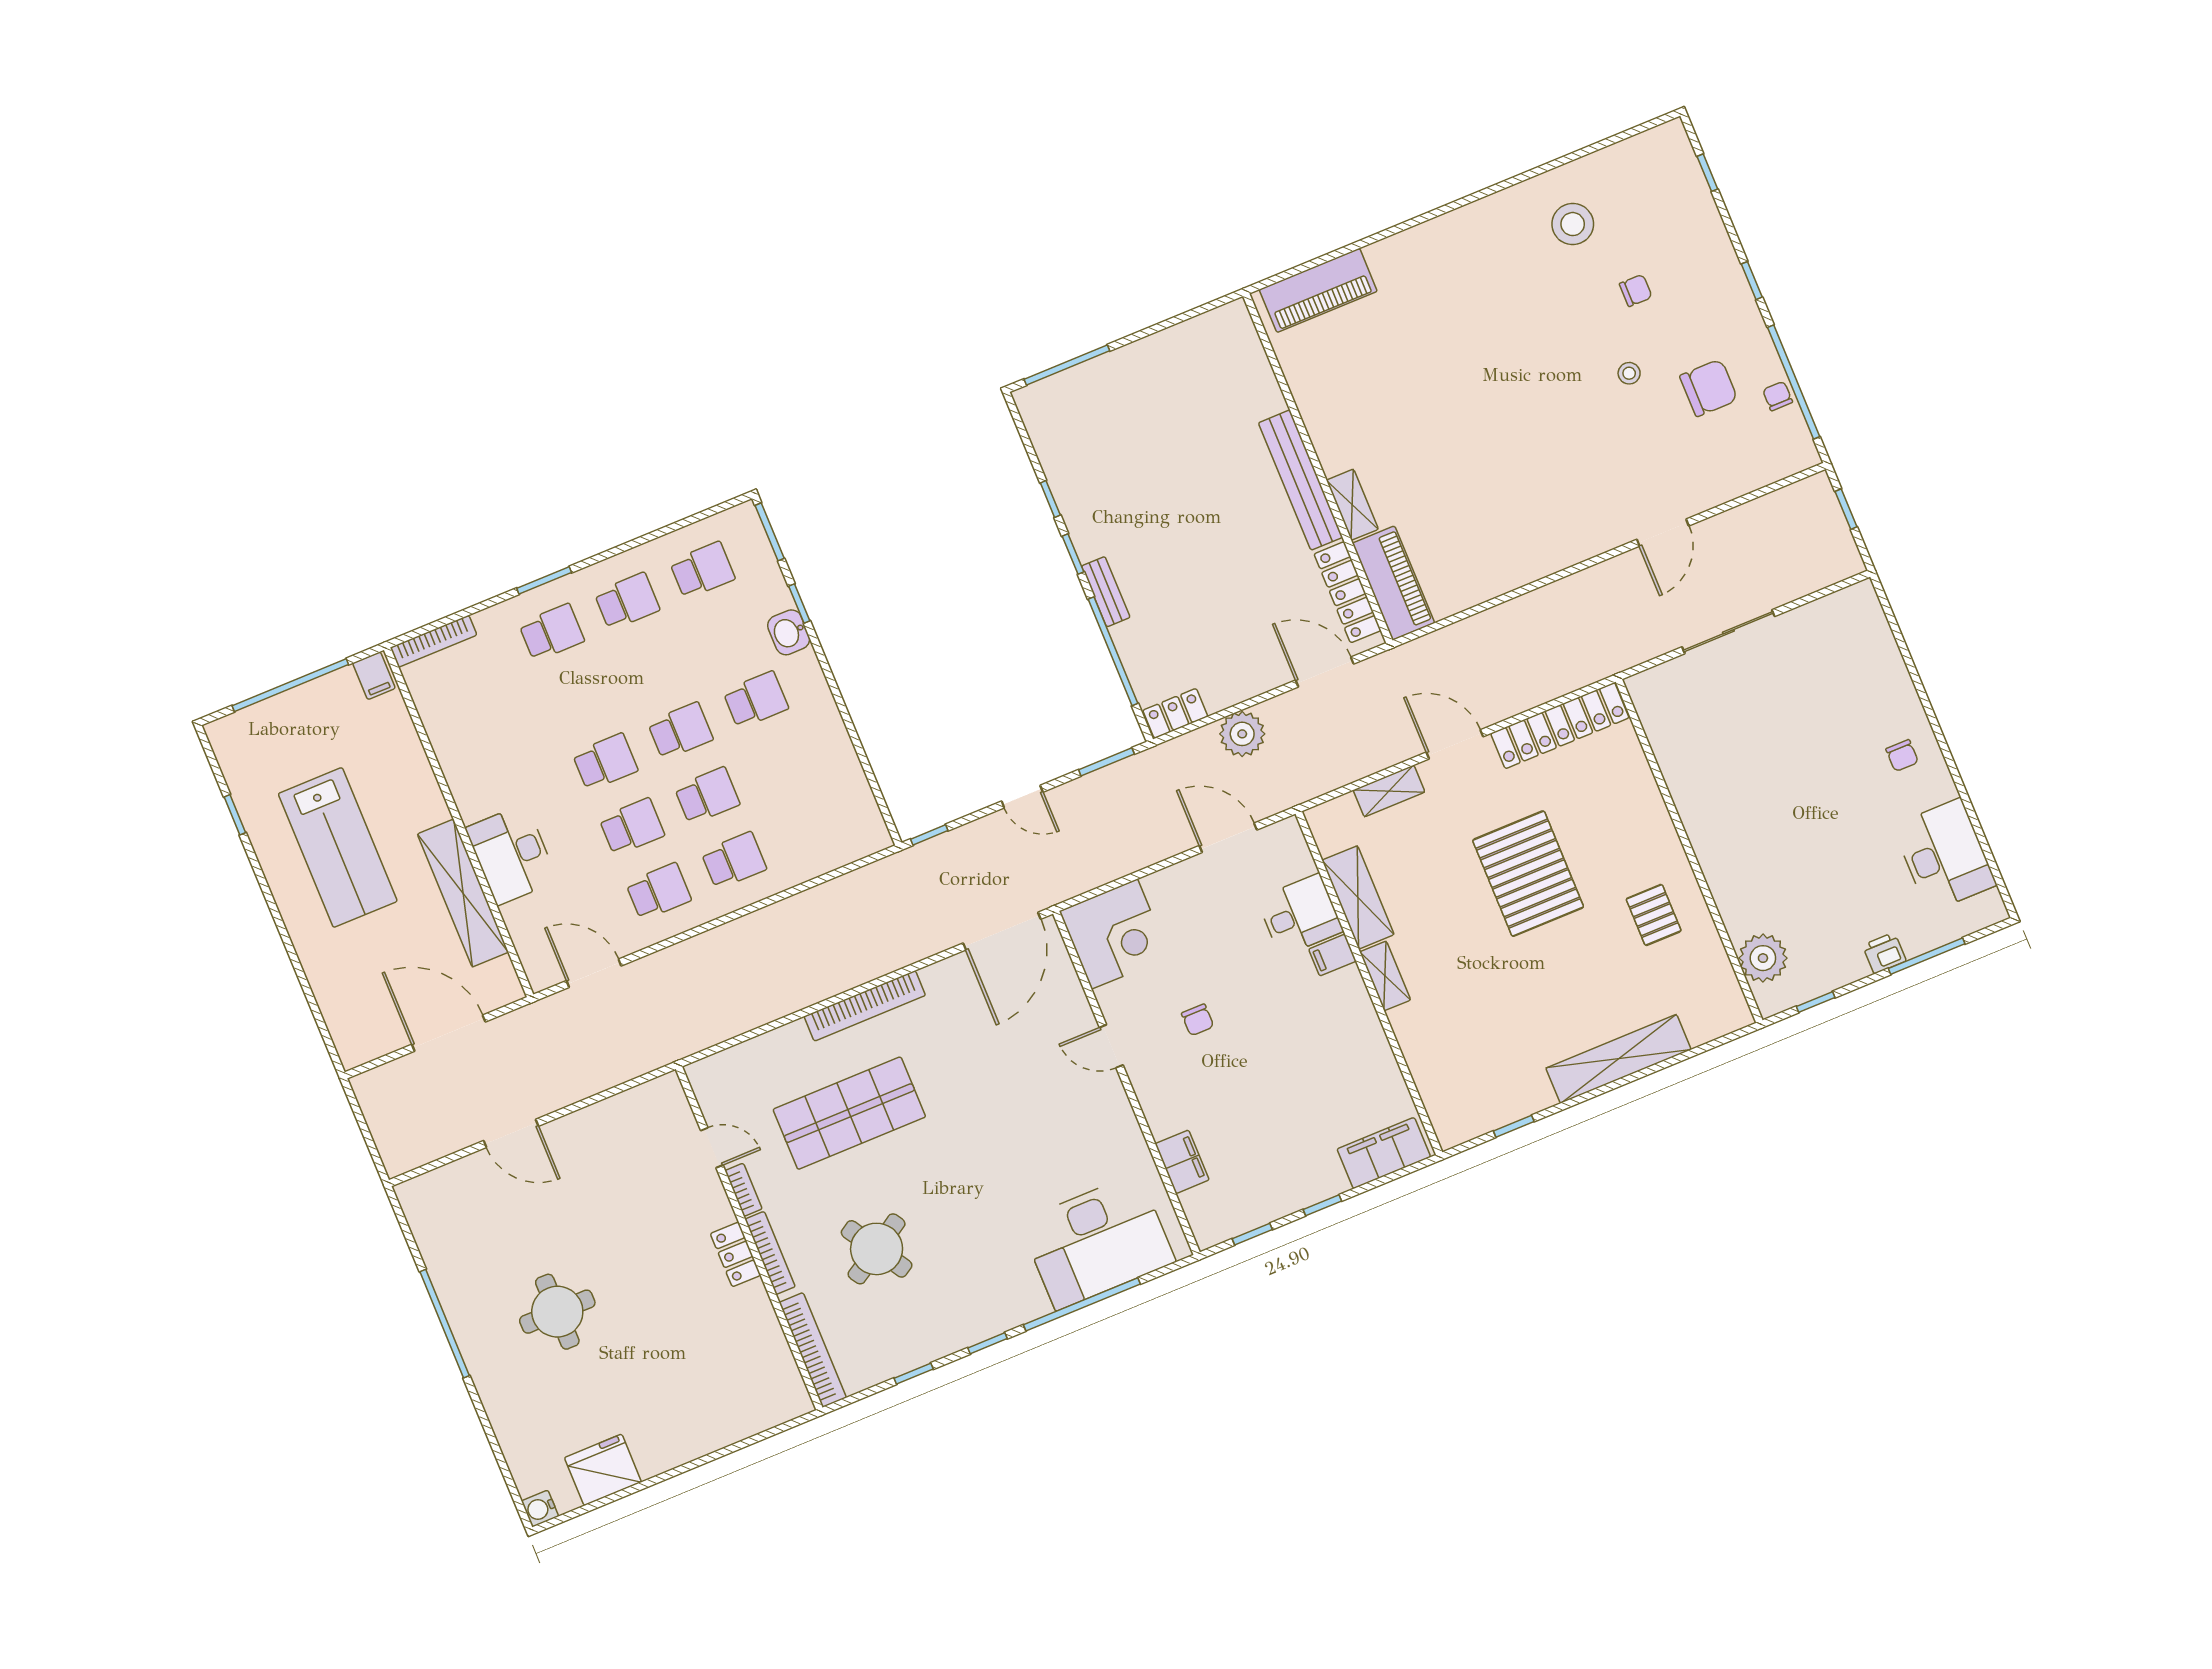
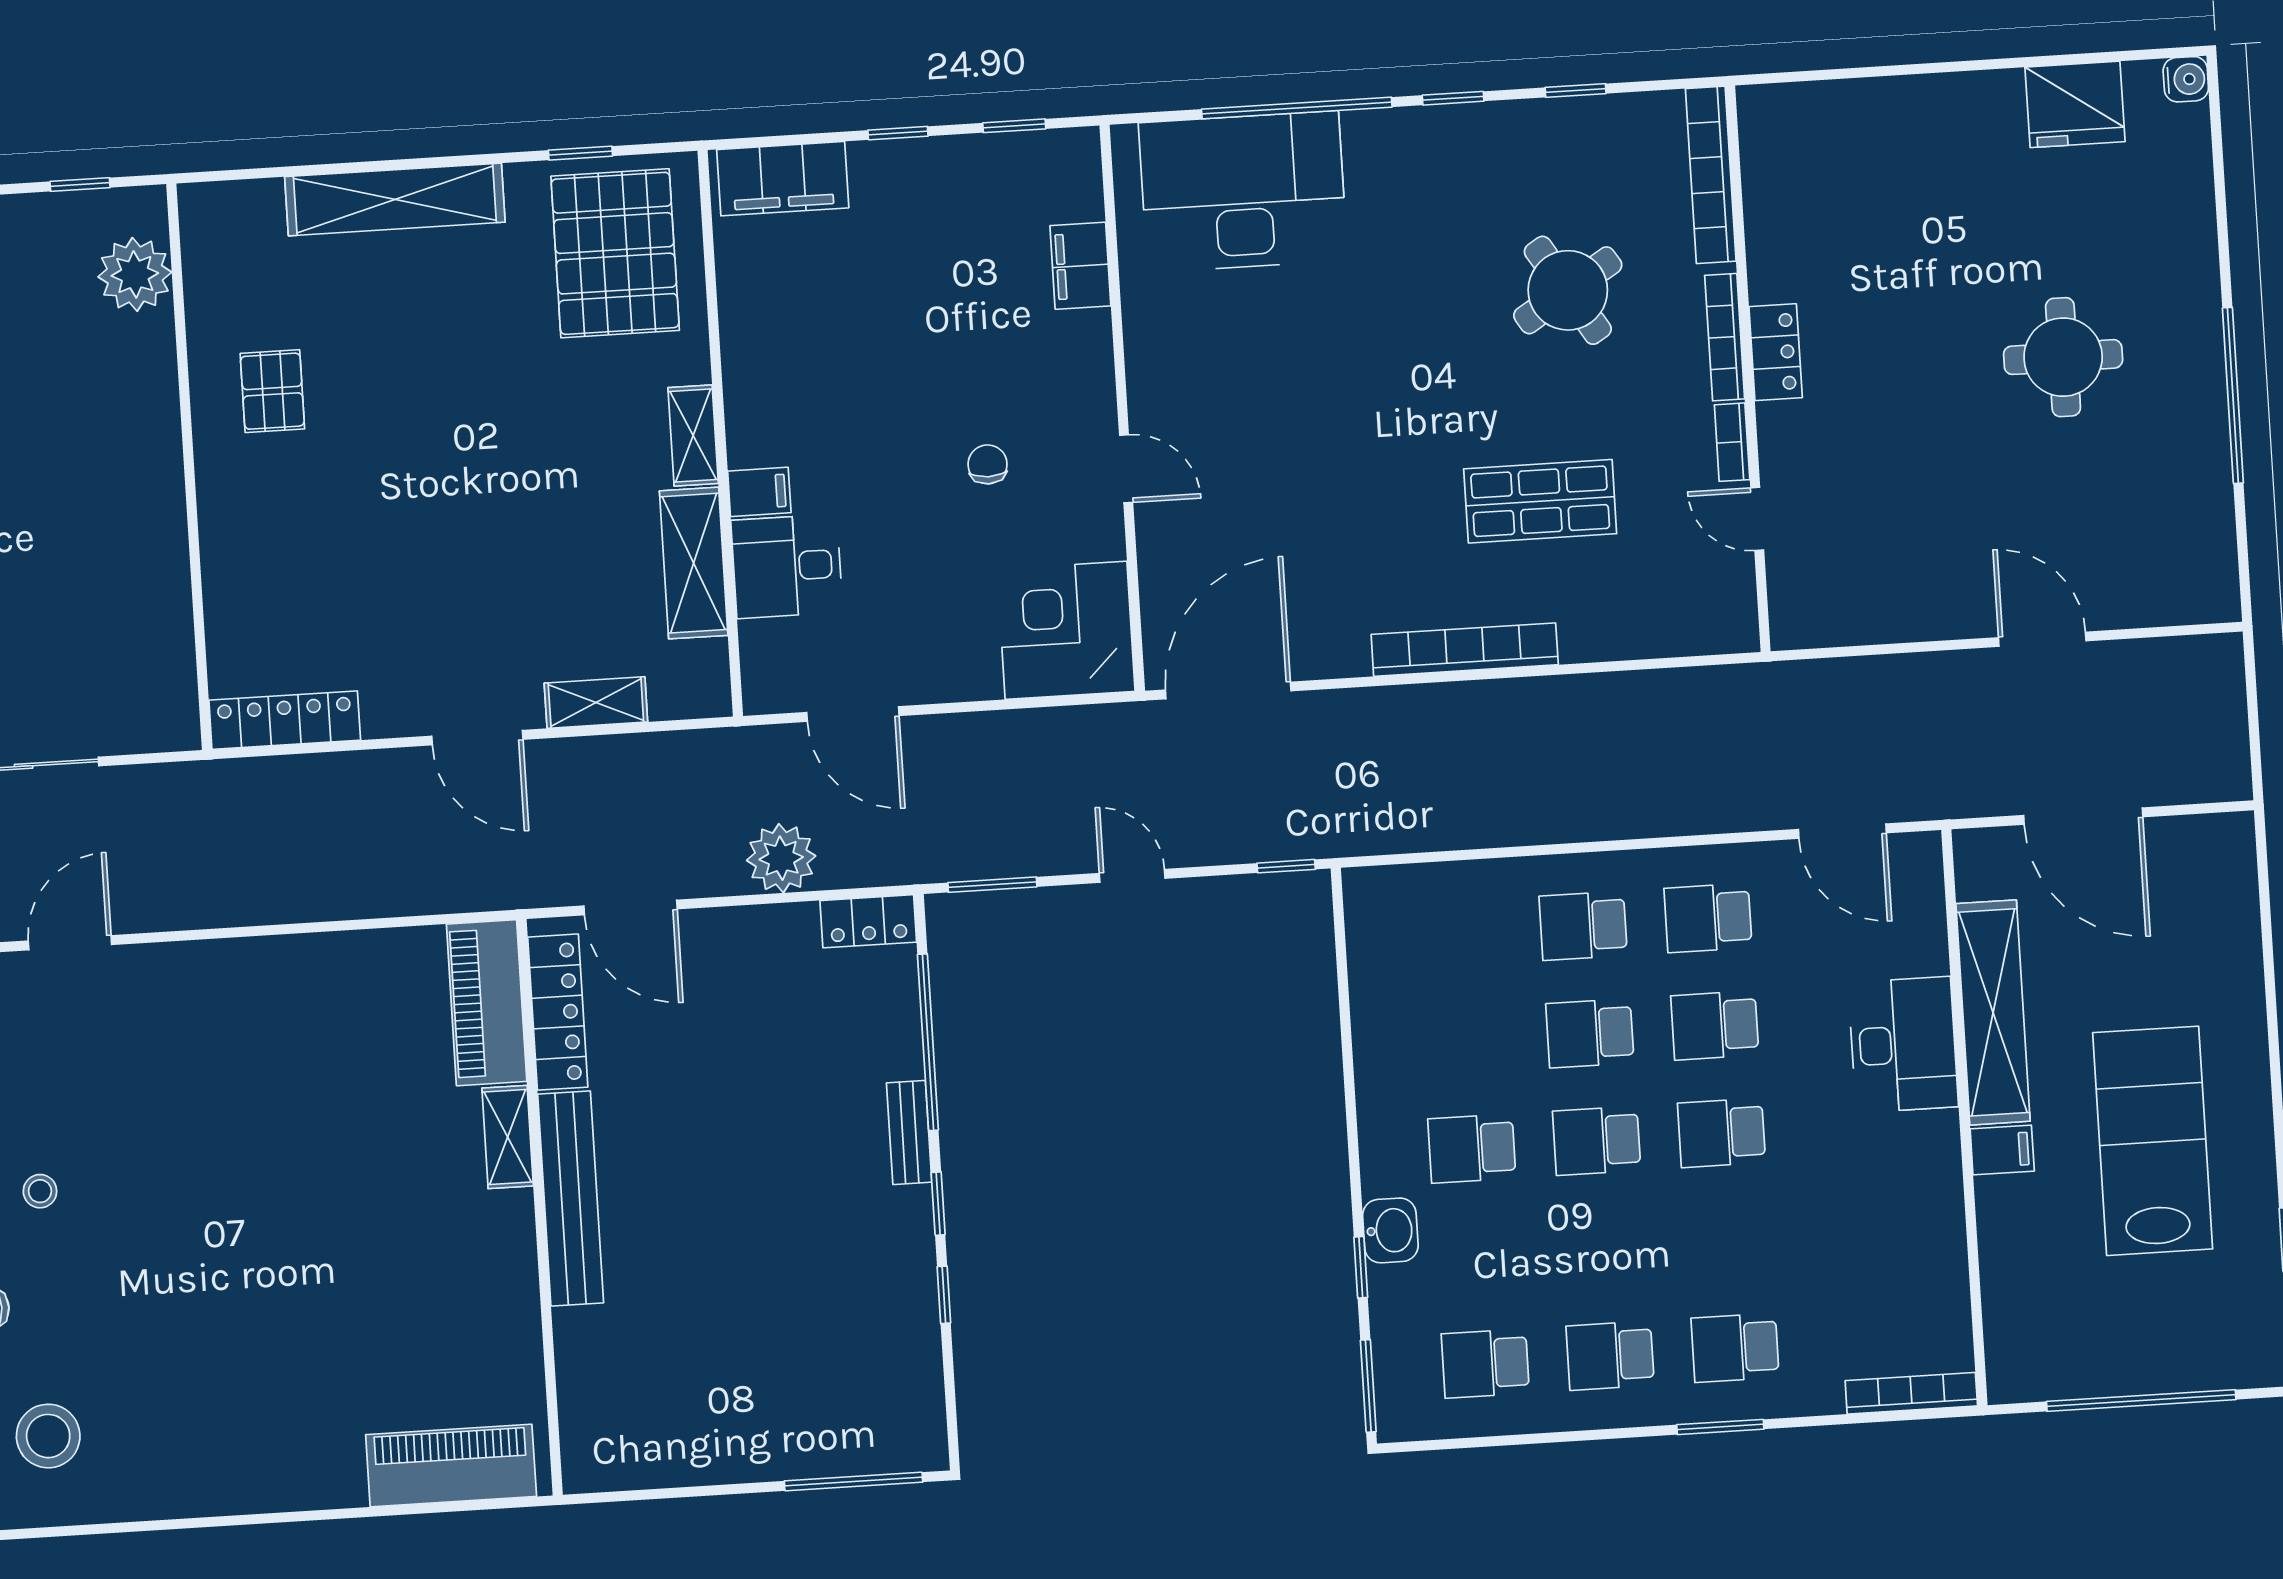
filing cabinet: (374, 676) -> (2002, 1150), moved, turned 90
locker: (1560, 726) -> (285, 720), width x0.71, depth x0.83
pallet: (1528, 874) -> (615, 253), moved
shop shelf: (849, 1113) -> (1540, 501), width x0.70, depth x0.74

